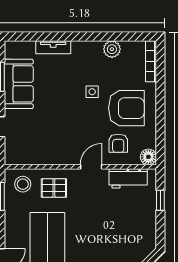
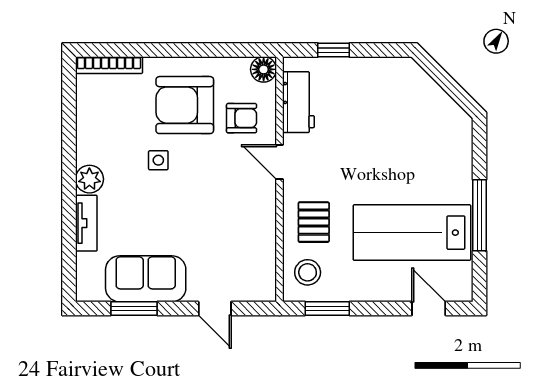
plant: (112, 49) -> (89, 179), moved
armchair: (126, 108) -> (185, 105), turned -90

